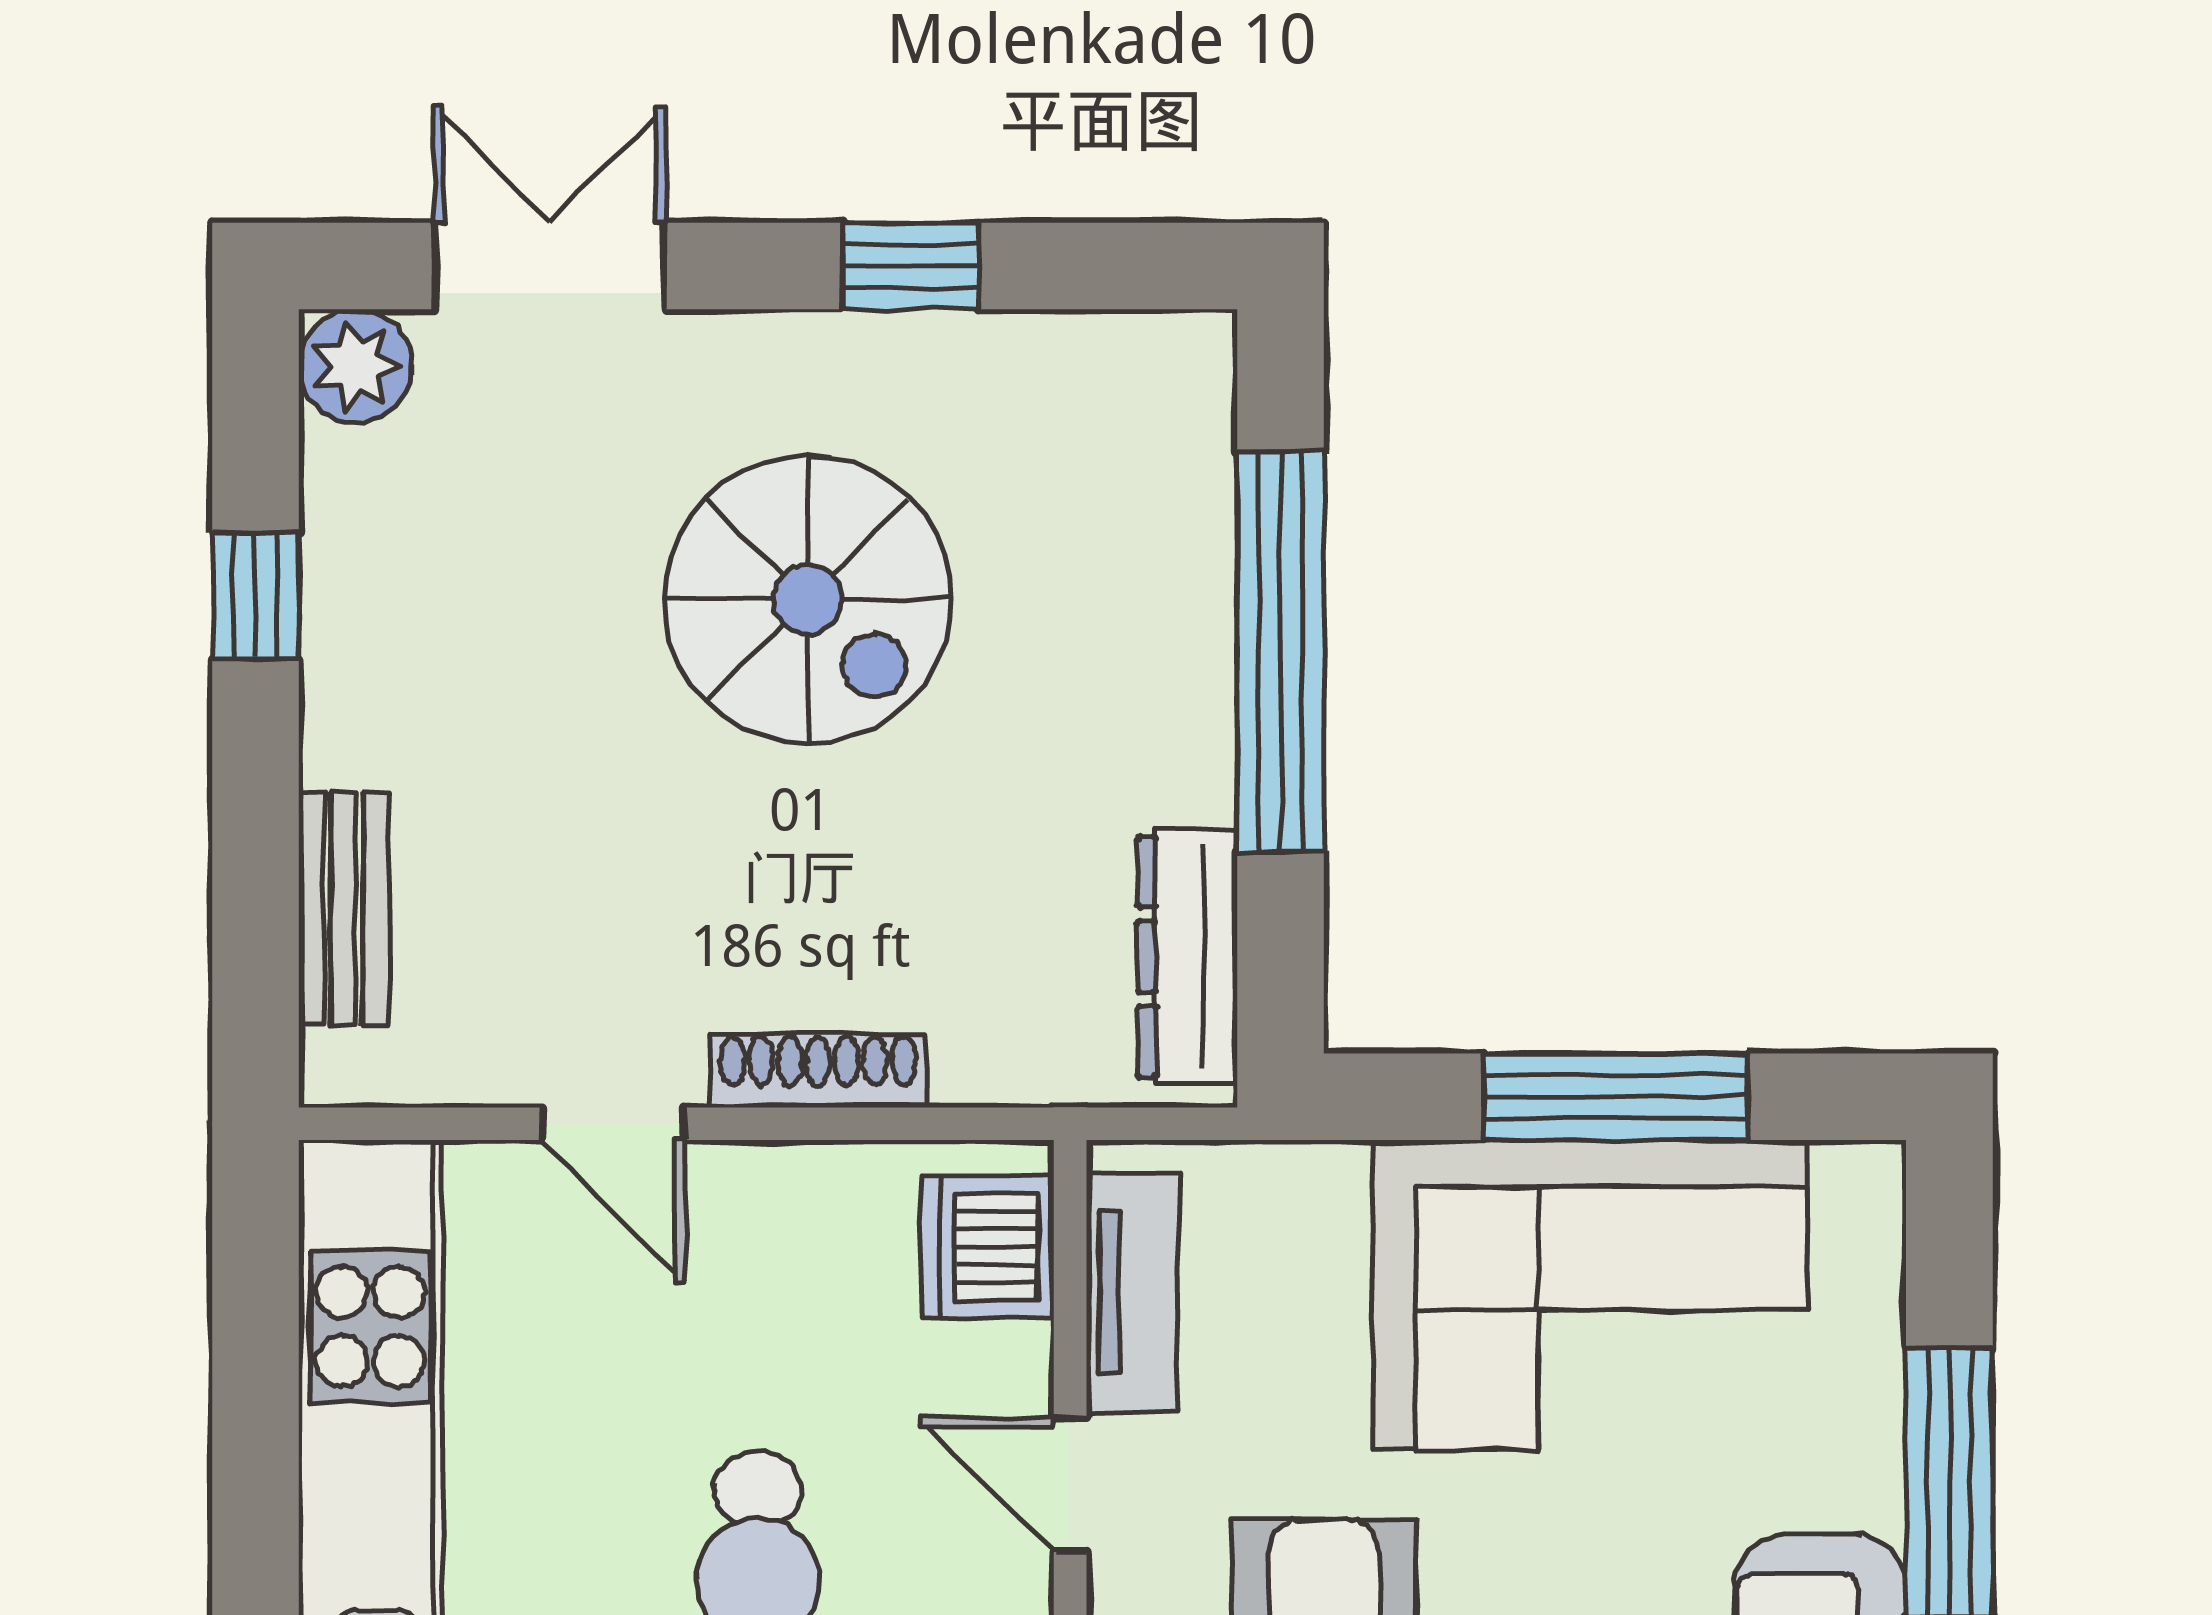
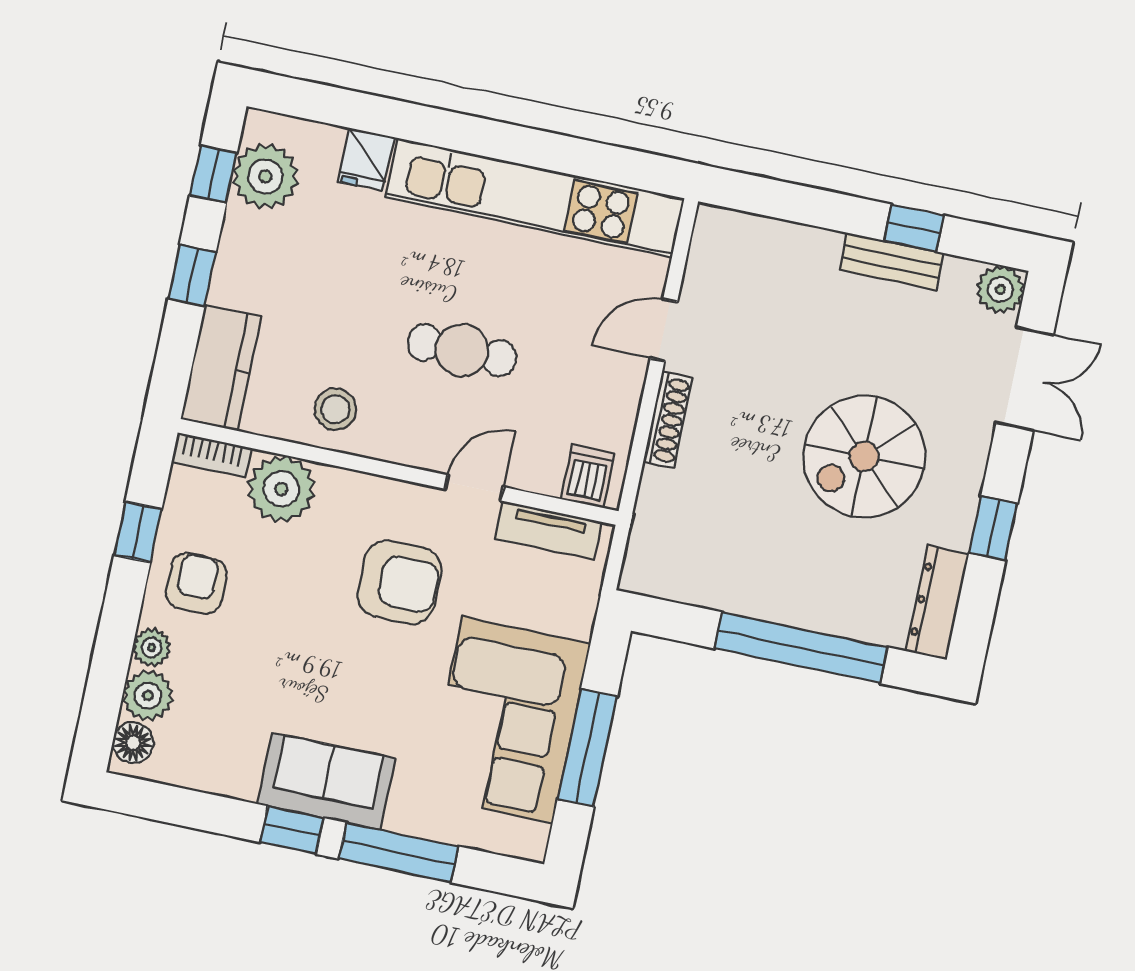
bench: (343, 909) -> (892, 261), moved
dresser: (1187, 957) -> (937, 603), moved, turned -90
dishwasher: (988, 1247) -> (588, 476), width x0.73

